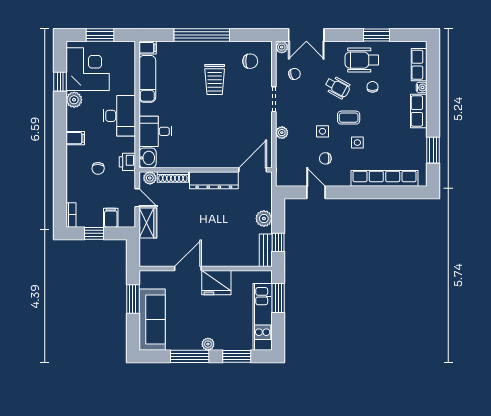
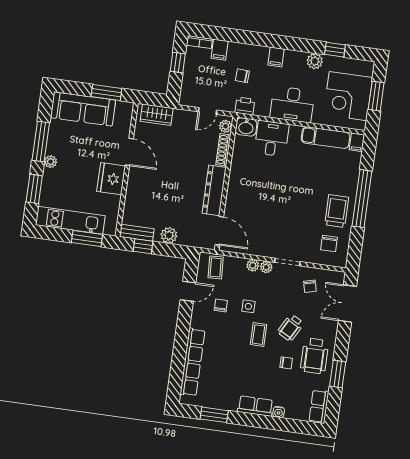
plant: (282, 47) -> (266, 267), moved
wheelchair: (362, 60) -> (314, 356), turned 180
row of seats: (419, 65) -> (319, 407), moved, turned -90
corner desk: (88, 69) -> (348, 96), moved, turned 90
trolley: (215, 79) -> (337, 211), moved, turned 90
side table: (357, 143) -> (232, 340), removed
coffee table: (289, 169) -> (216, 267), added
filing cabinet: (111, 218) -> (220, 50), moved, turned 90
wardrobe: (148, 223) -> (157, 115), moved

